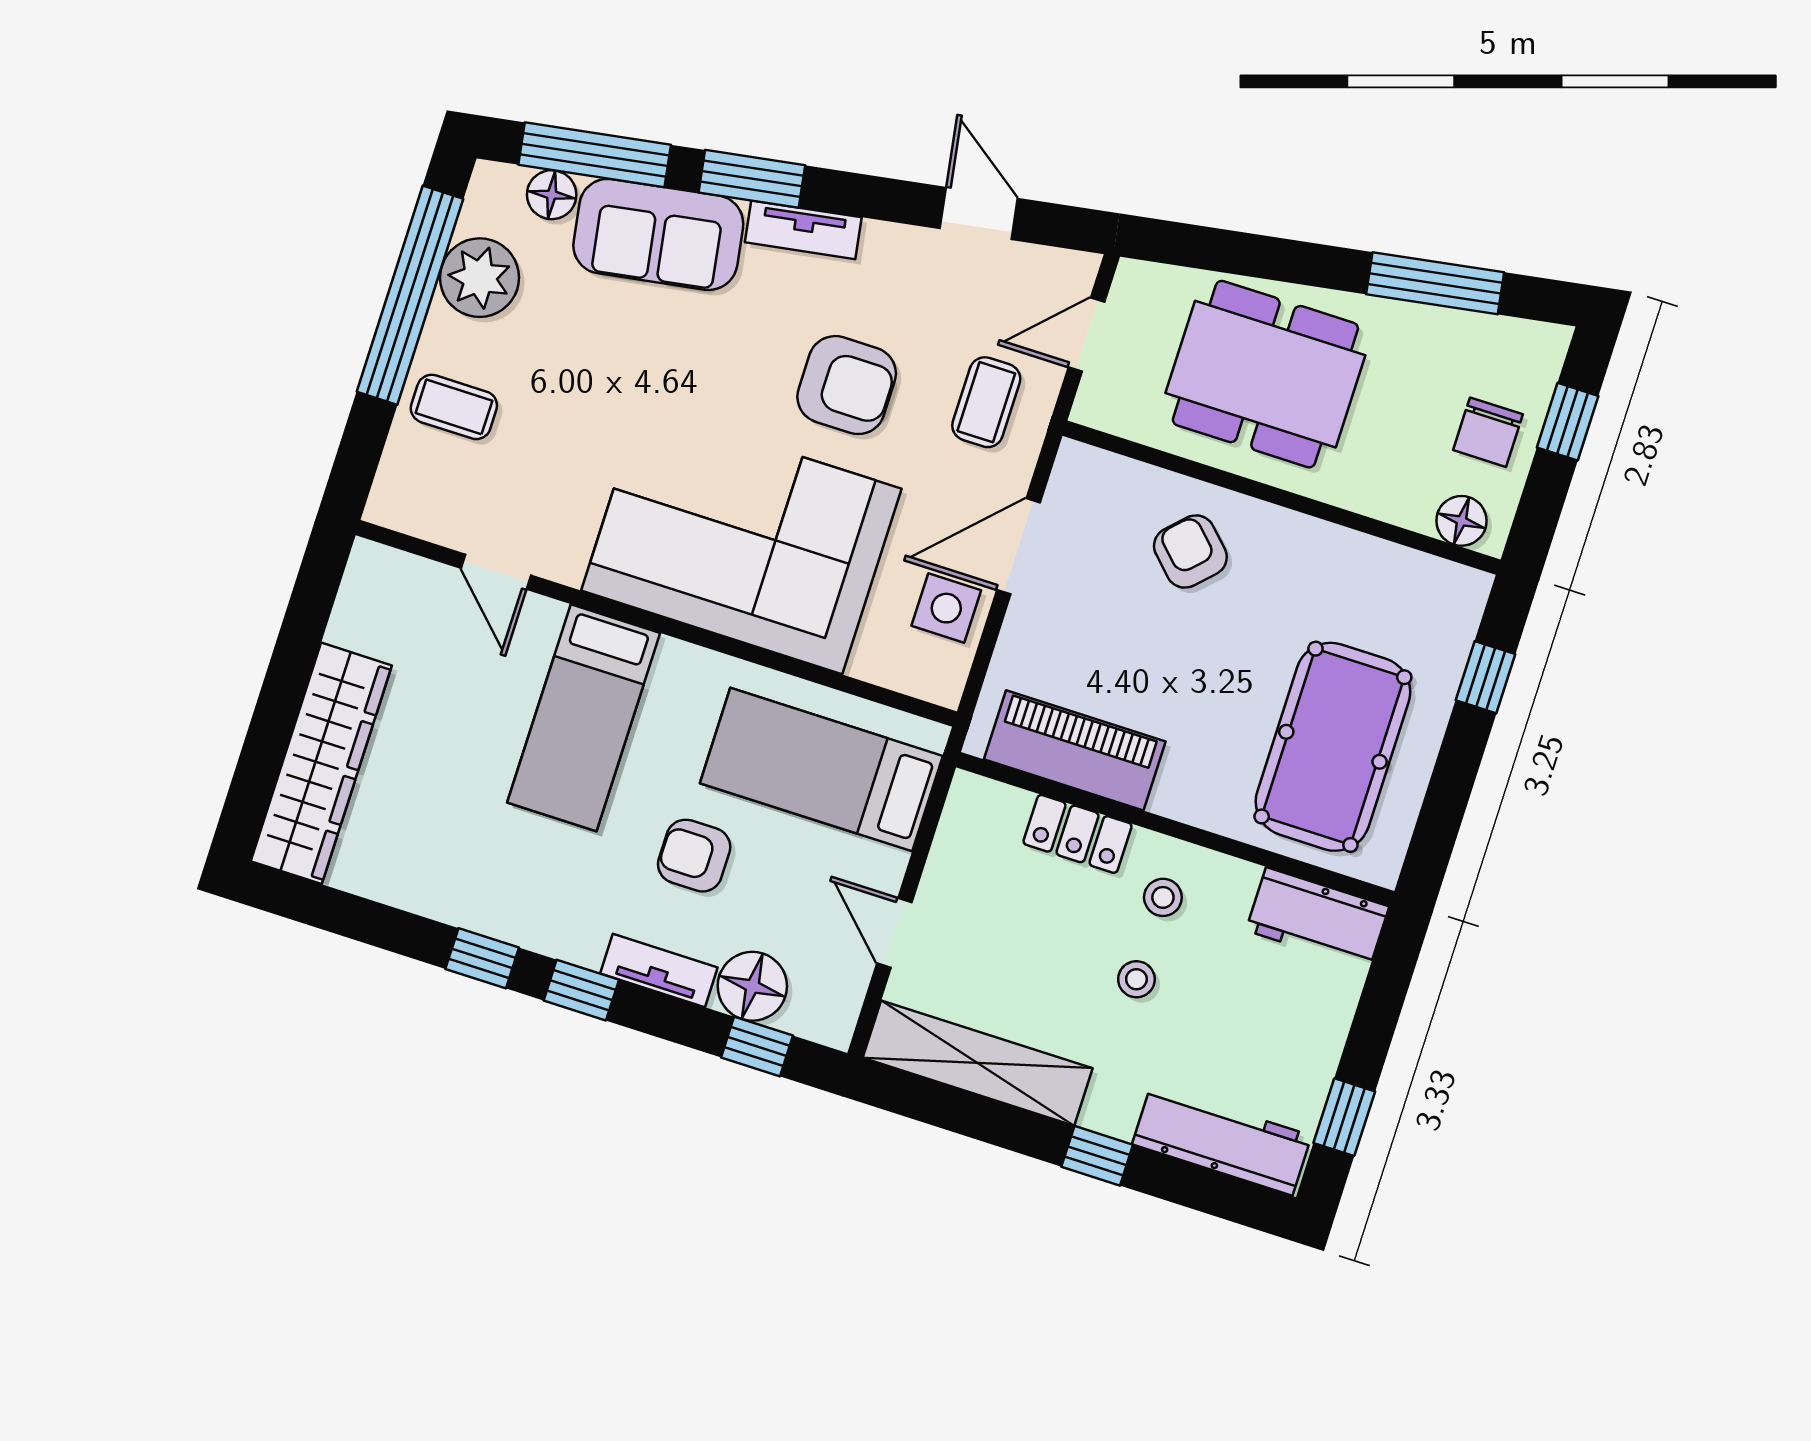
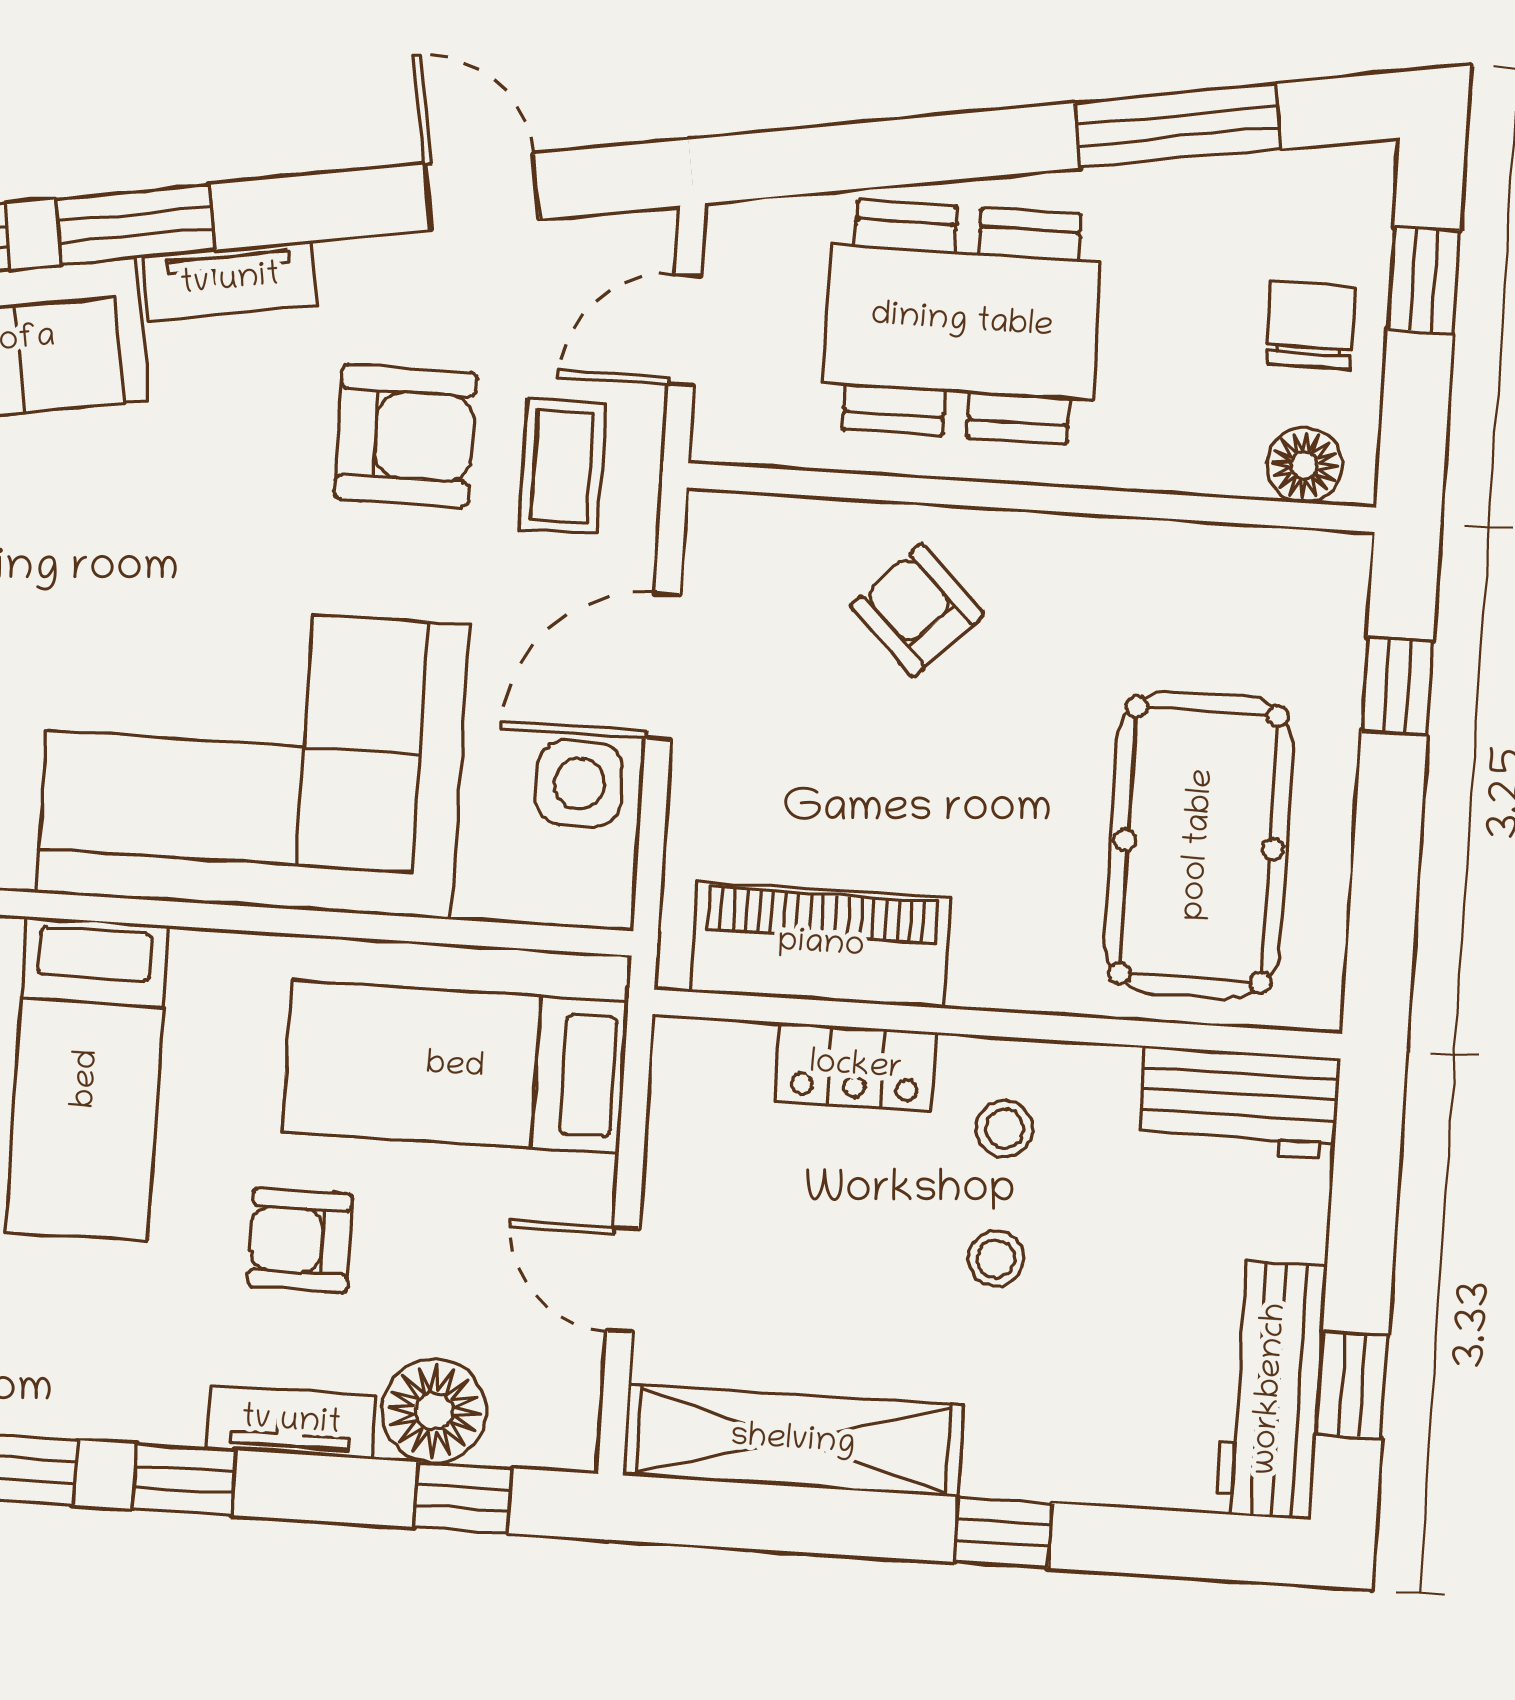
armchair: (847, 385) -> (405, 435), moved
chair: (1488, 432) -> (1310, 325), turned 180
workbench: (1222, 1140) -> (1271, 1389), moved, turned -90

